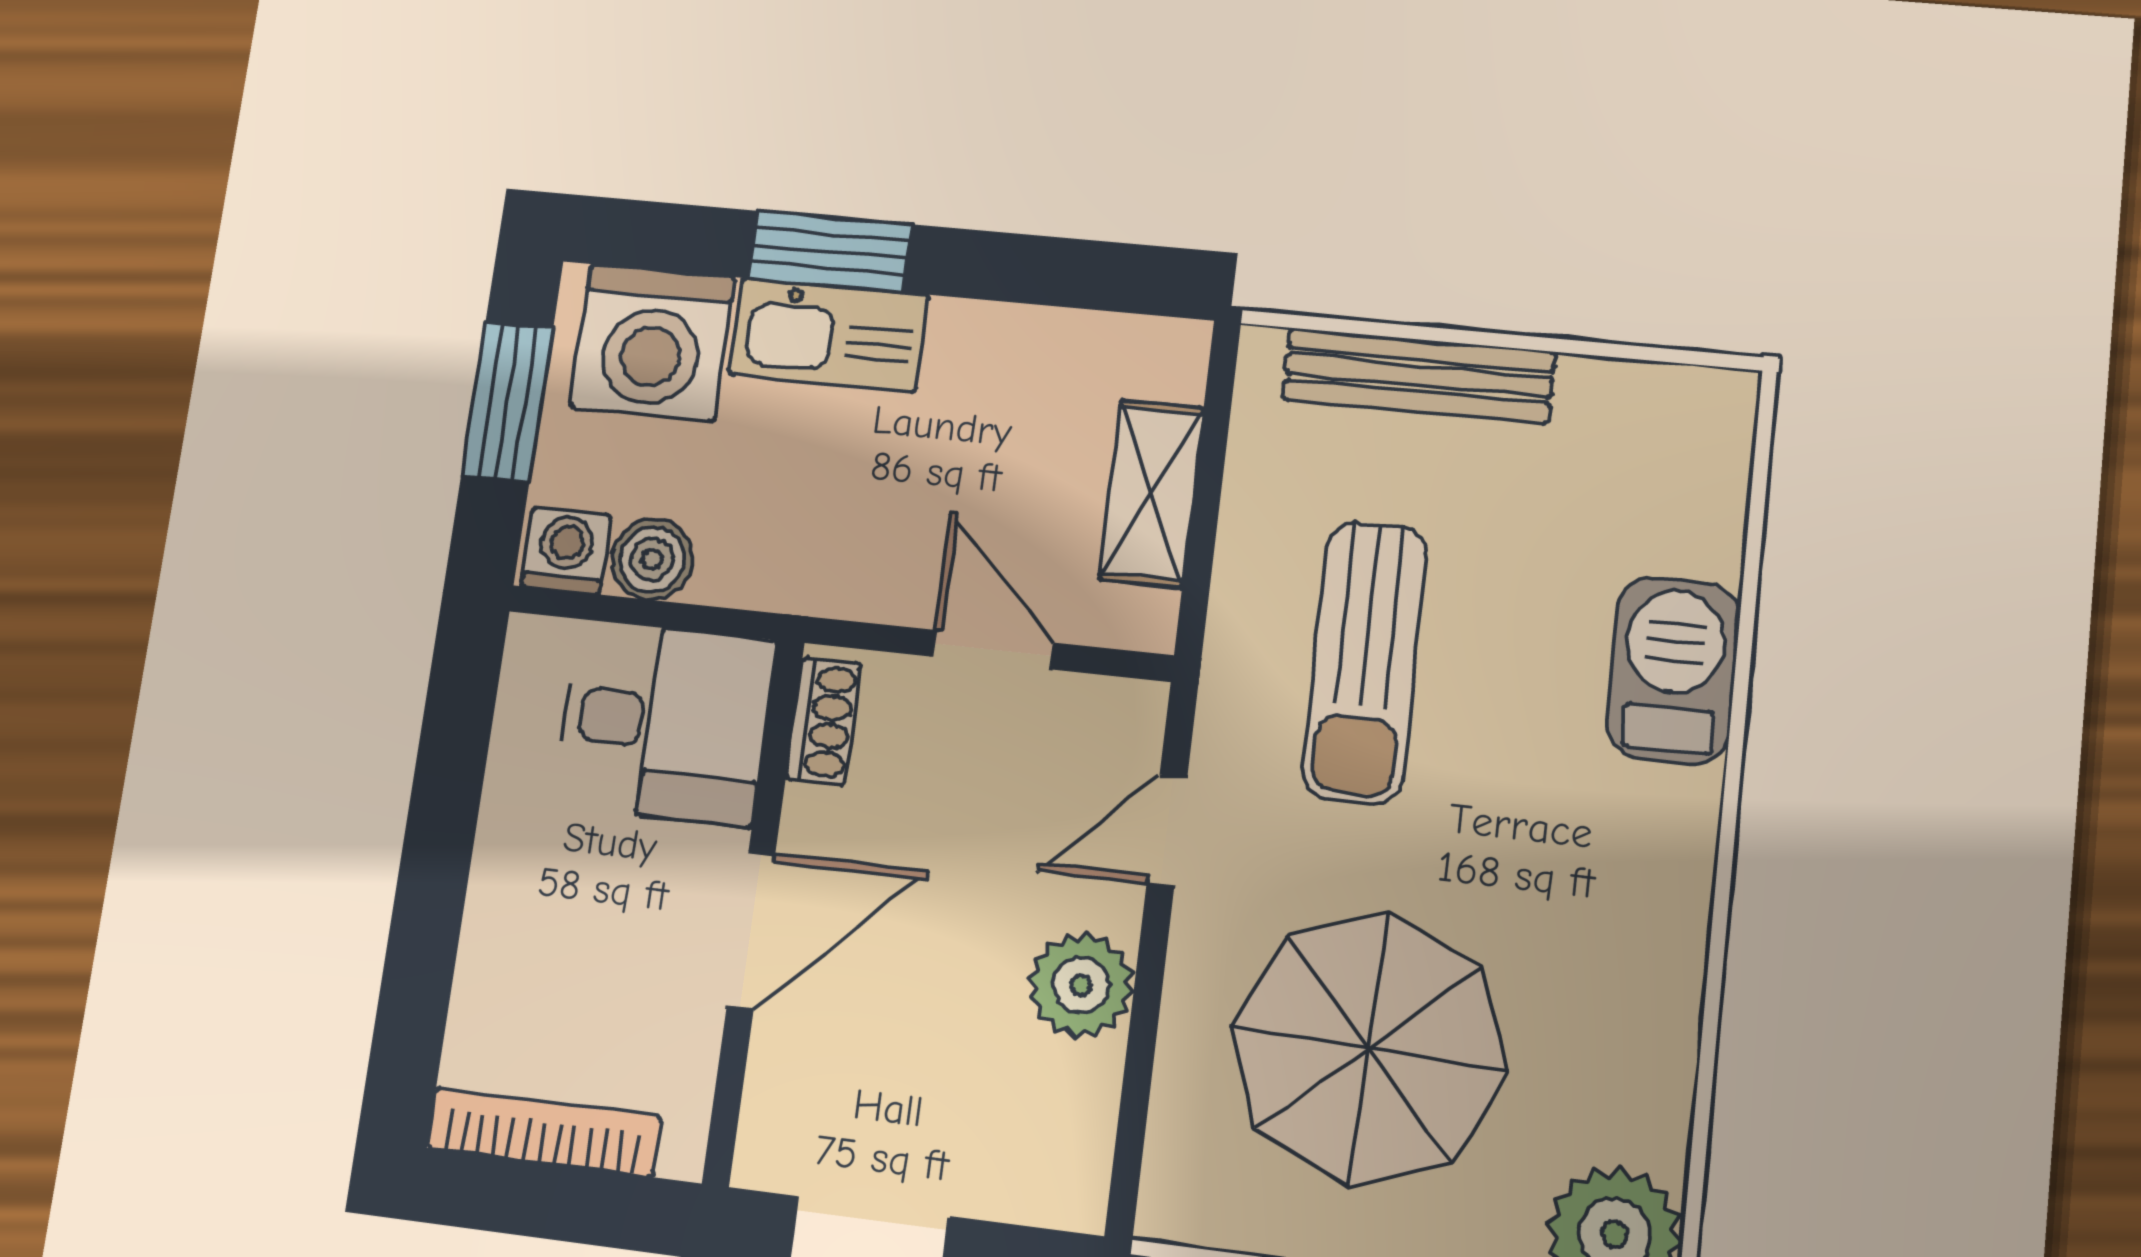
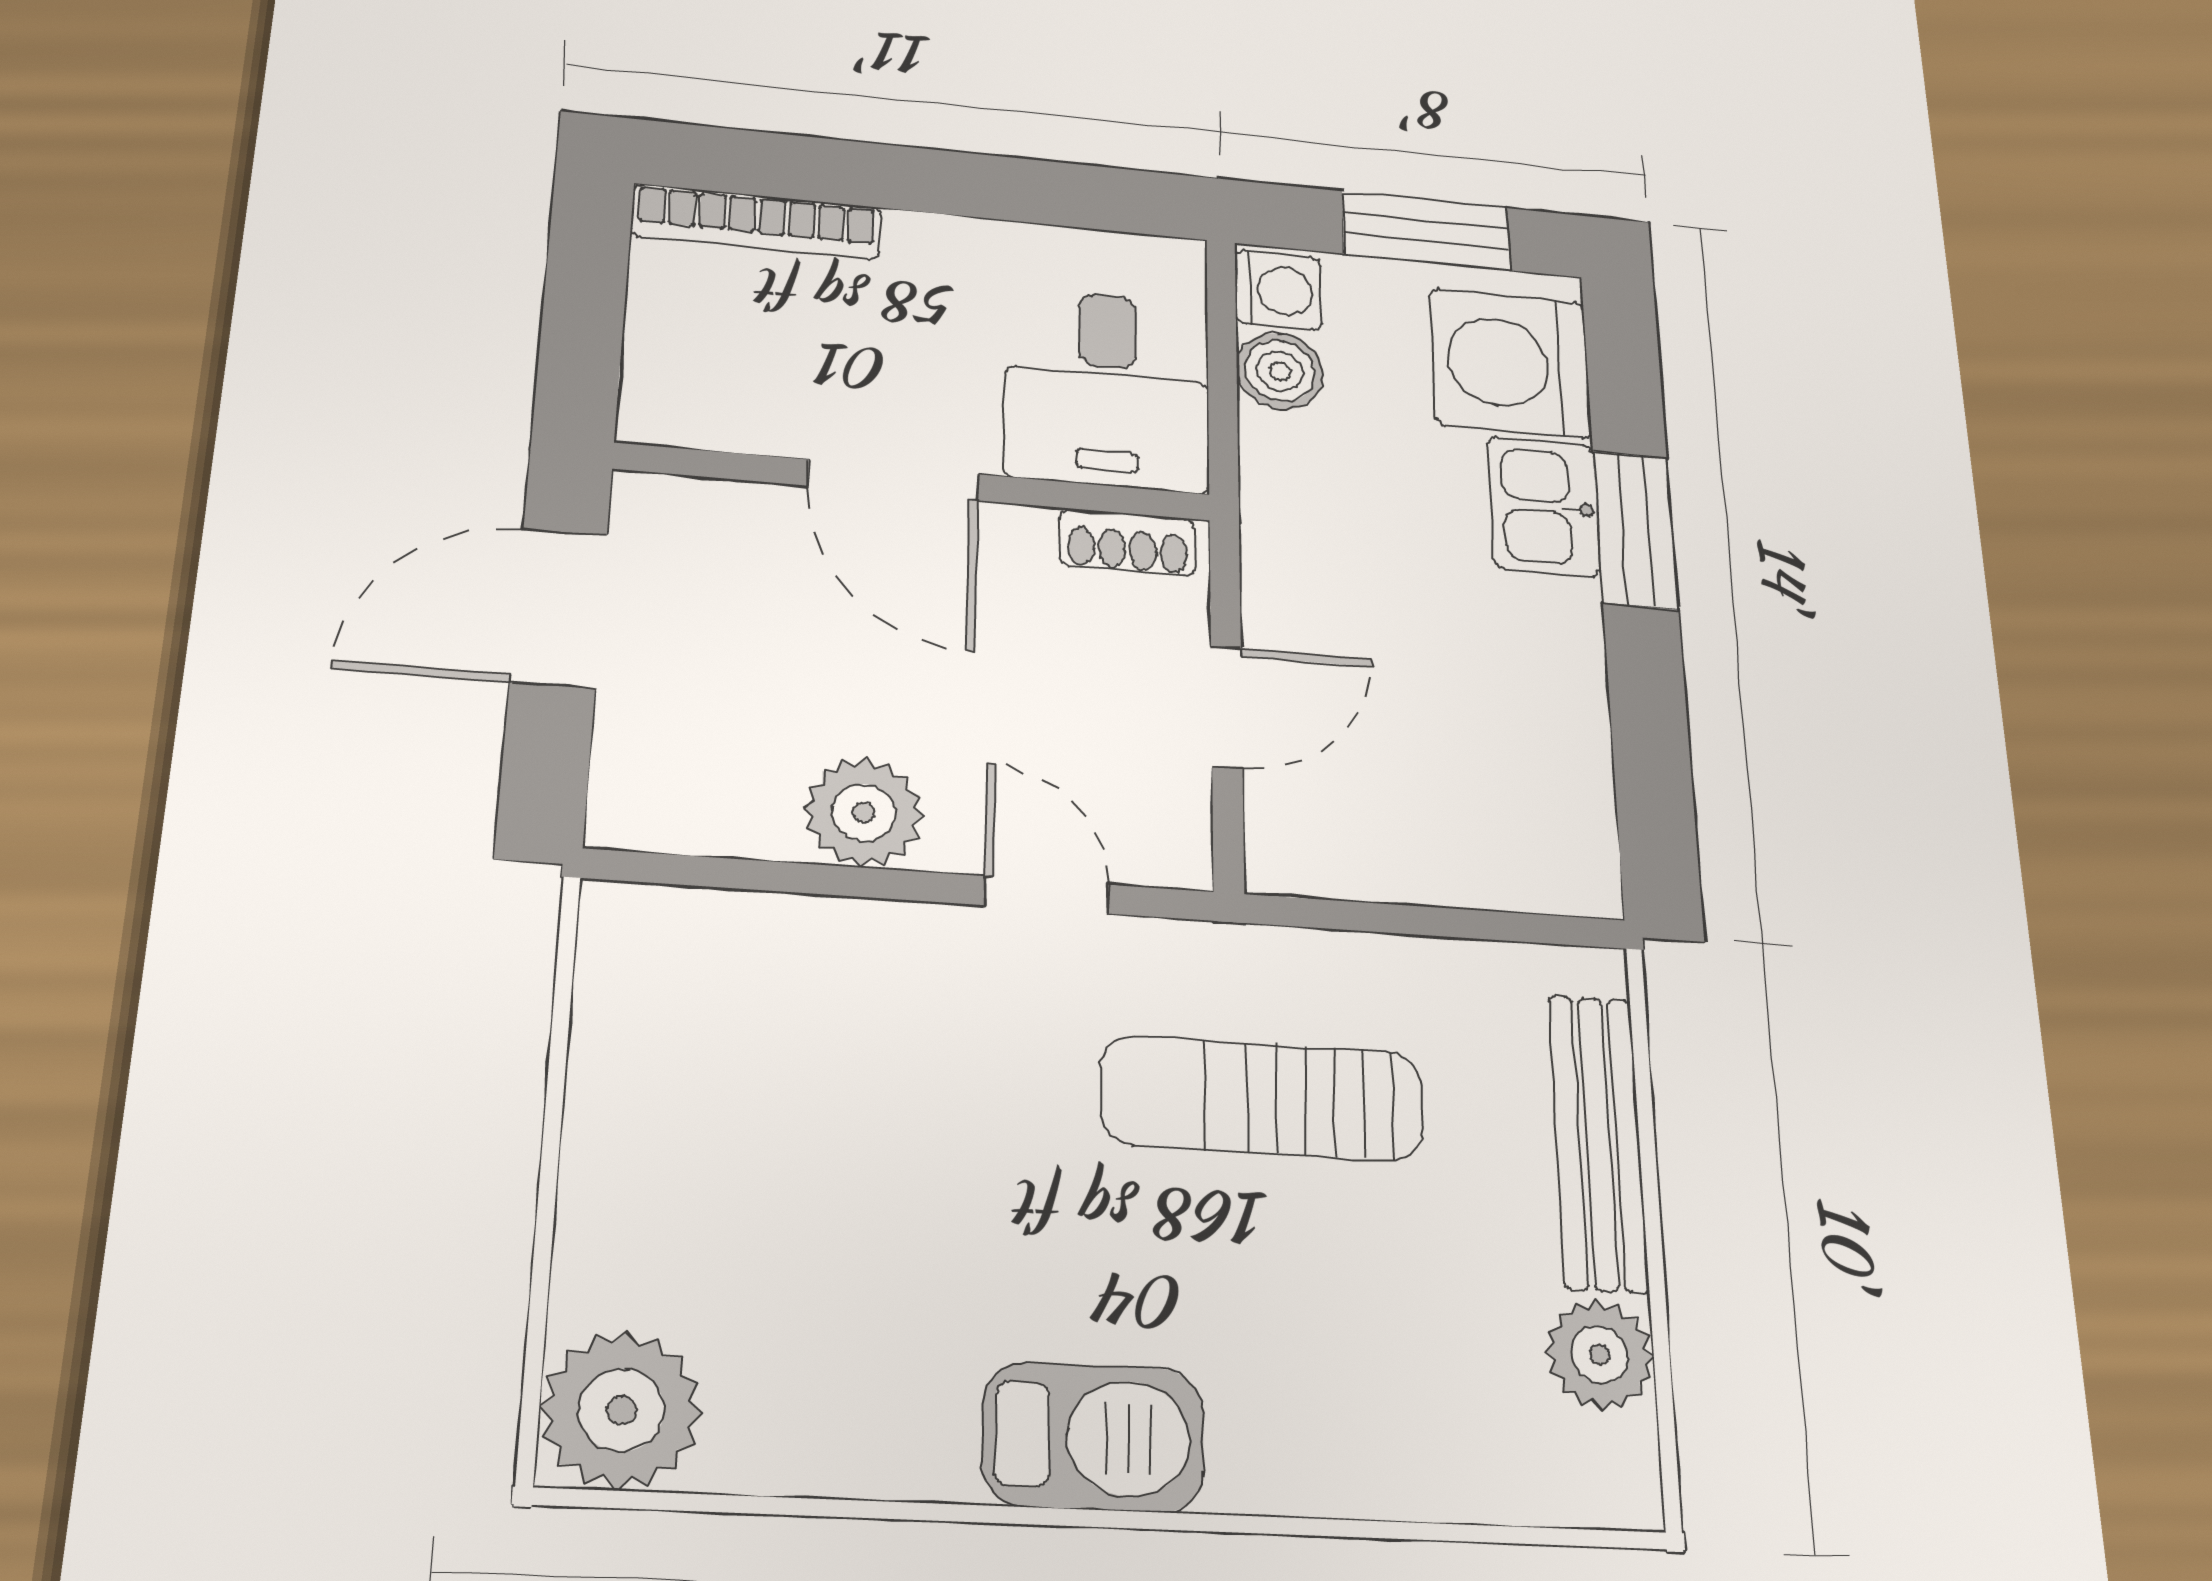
kitchen sink: (828, 335) -> (1544, 506), width x0.73
plant: (1607, 403) -> (1600, 1354), added
shelving: (1152, 493) -> (1422, 863), removed
barbecue: (1673, 671) -> (1093, 1437), moved
parasol: (1369, 1048) -> (819, 1122), removed
bookcase: (544, 1132) -> (757, 222), moved, turned 90

